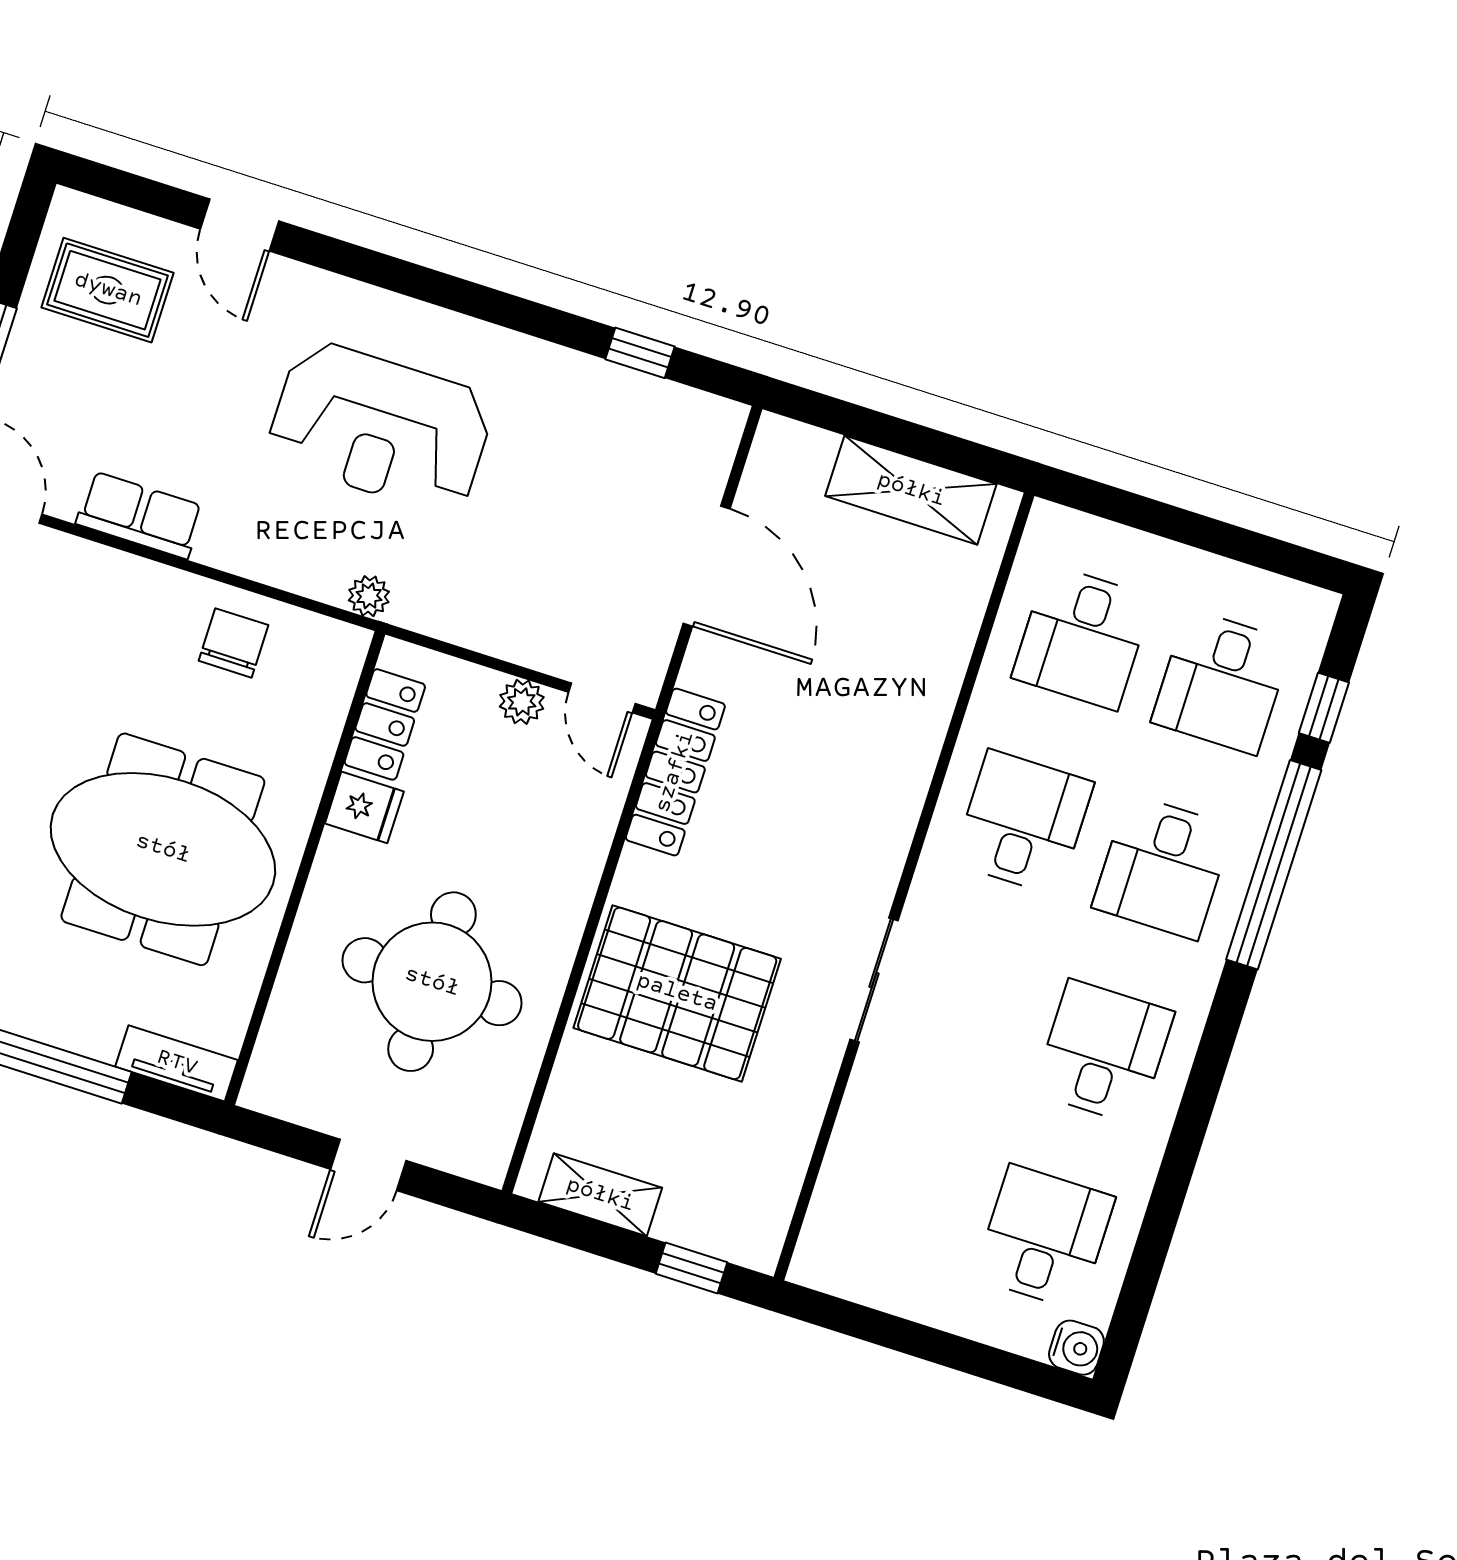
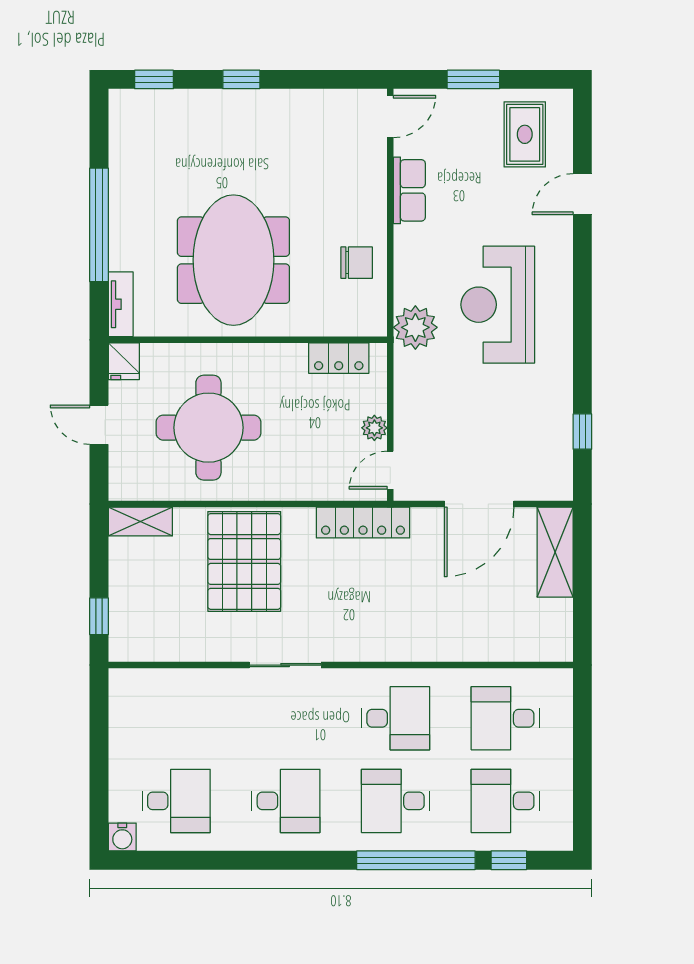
shelving: (911, 490) -> (555, 552), moved
plant: (369, 596) -> (415, 327), width x1.88, depth x1.88
fridge: (364, 807) -> (124, 361), moved
shelving: (600, 1195) -> (140, 521), moved, turned 90

